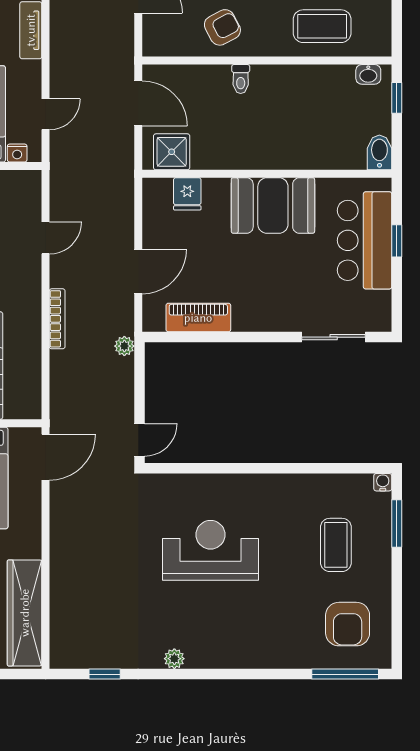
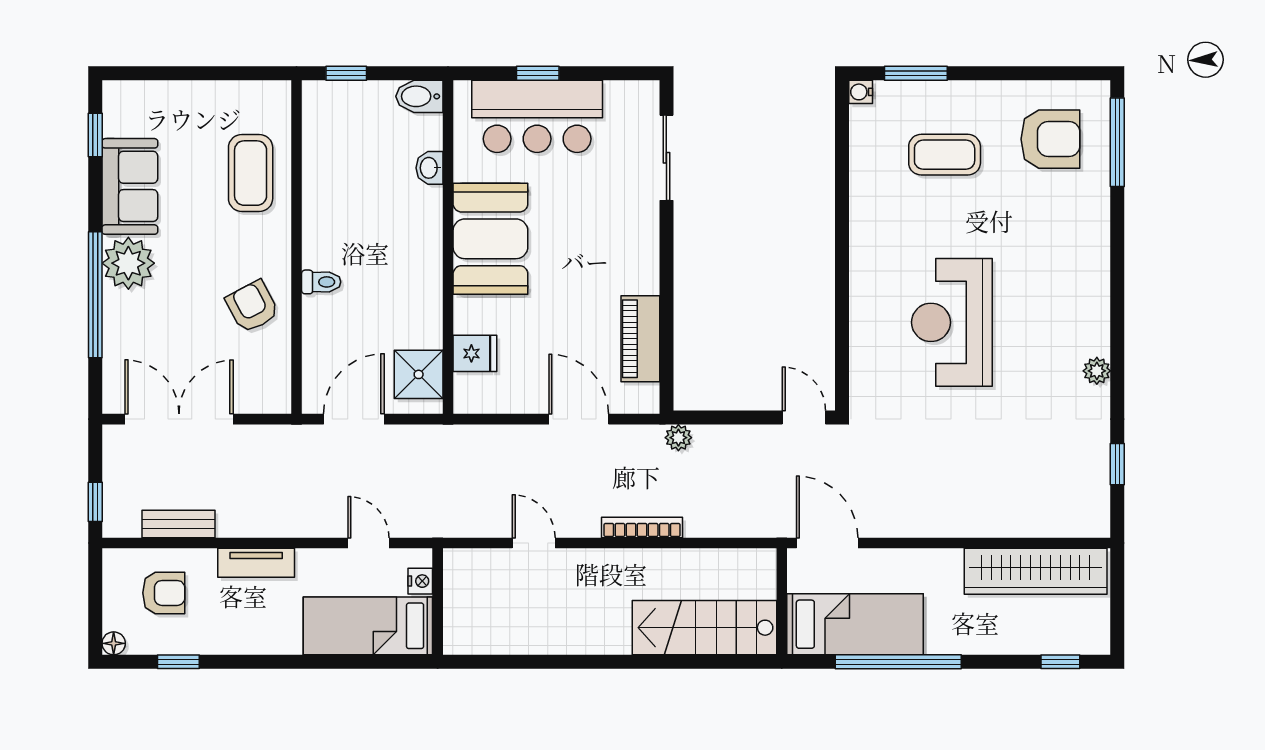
washbasin: (368, 74) -> (430, 168), moved, turned 180

